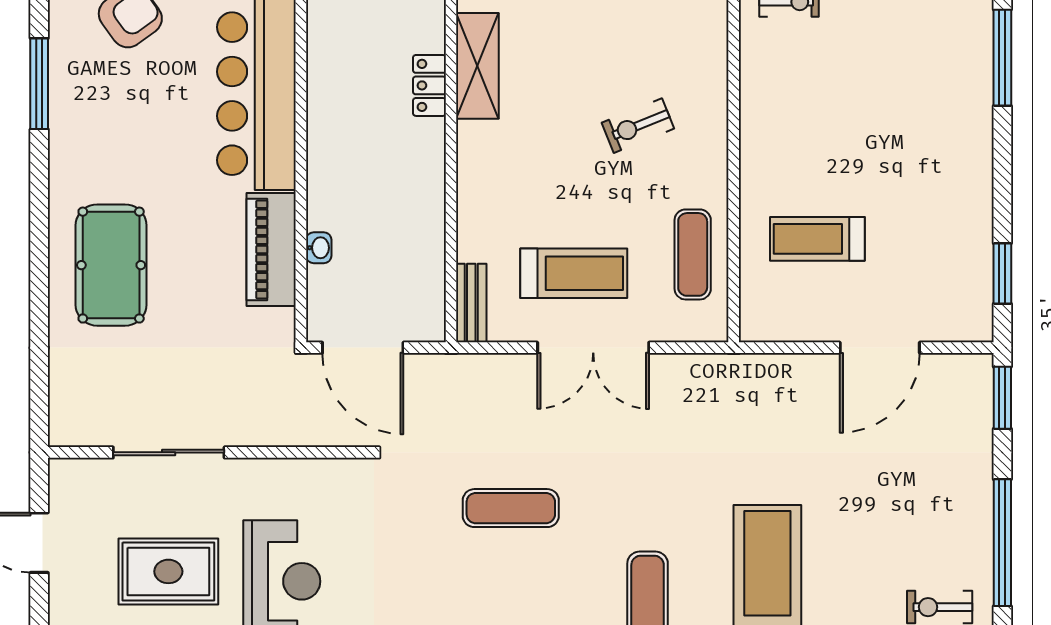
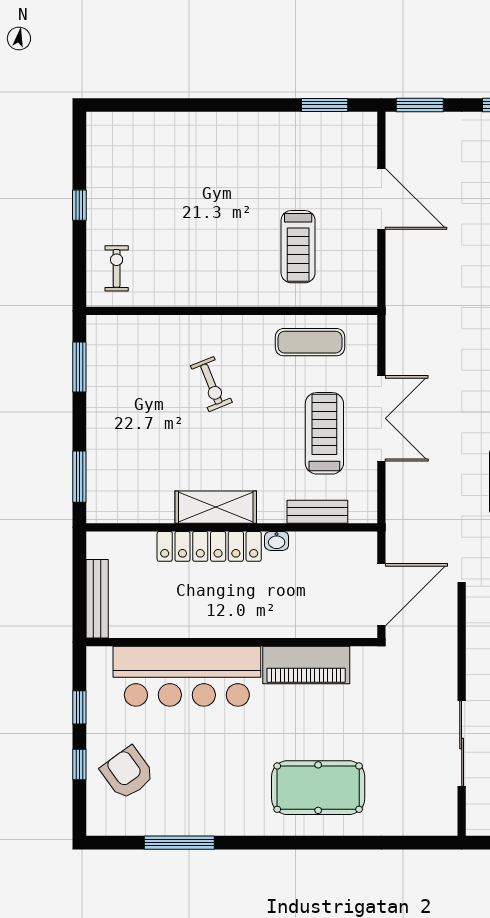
window: (1002, 58) -> (159, 105), removed
shelving: (477, 66) -> (216, 507), moved
locker: (429, 85) -> (209, 546), width x2.16, depth x1.21
washbasin: (319, 248) -> (277, 541), moved, turned 180
bench: (471, 303) -> (317, 512), moved

